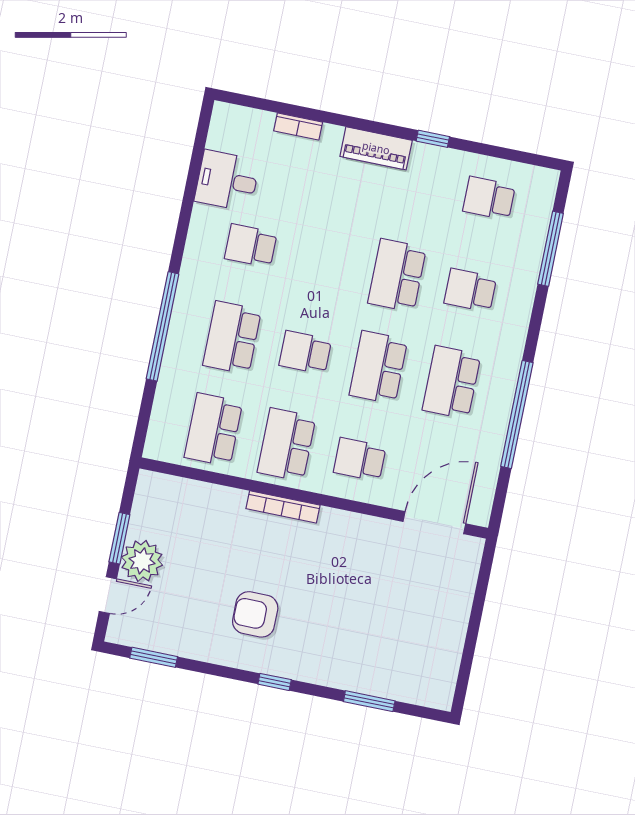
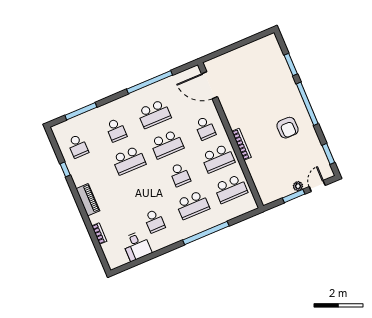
window: (433, 139) -> (65, 169), moved
plant: (142, 561) -> (298, 186), width x0.53, depth x0.53
door: (108, 595) -> (317, 186), hinge flipped
window: (275, 682) -> (307, 104), width x3.17

